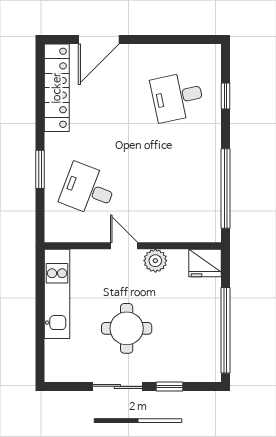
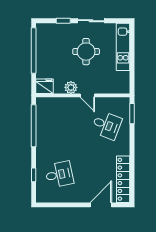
window: (40, 169) -> (132, 114), moved
kitchen unit: (57, 294) -> (123, 47), moved

